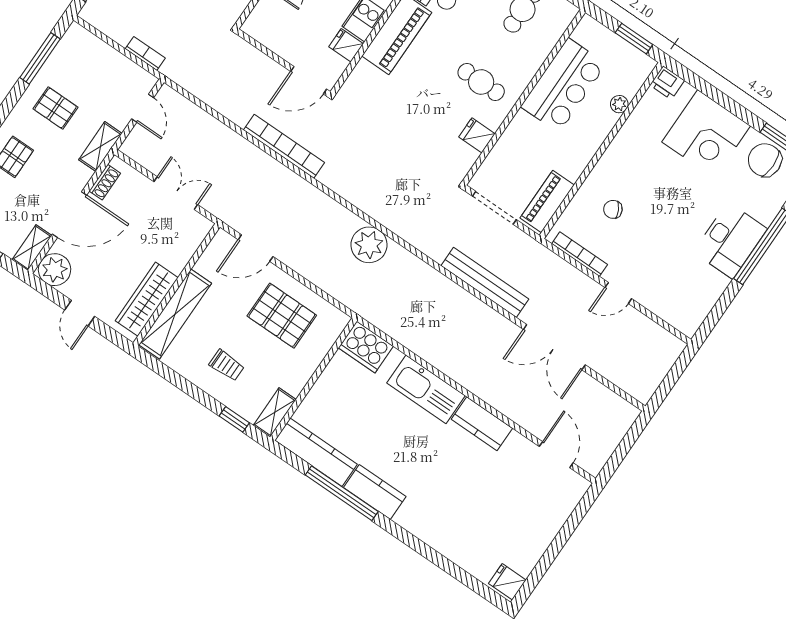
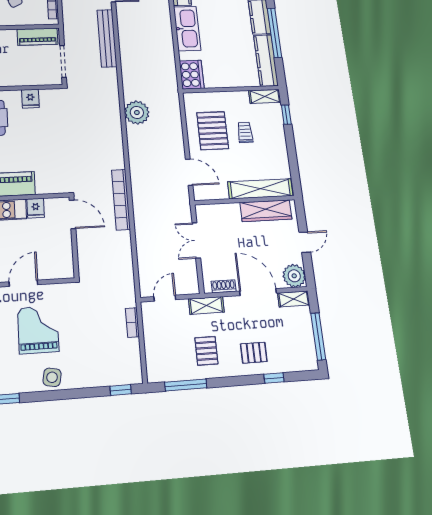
trolley: (227, 365) -> (245, 132), moved

